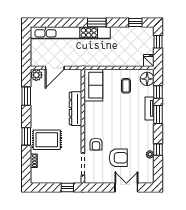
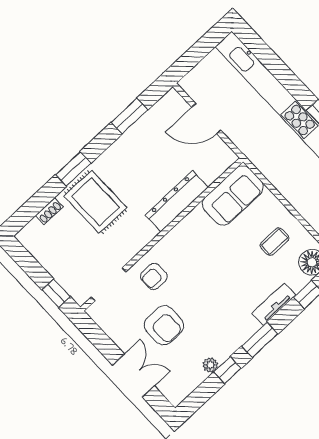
plant: (36, 75) -> (172, 103), removed
window: (158, 115) -> (260, 340), moved

